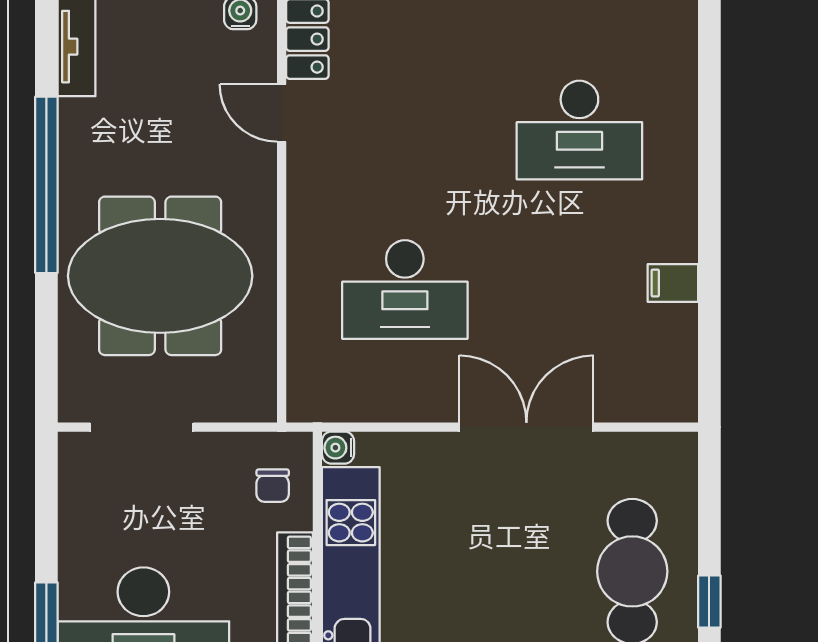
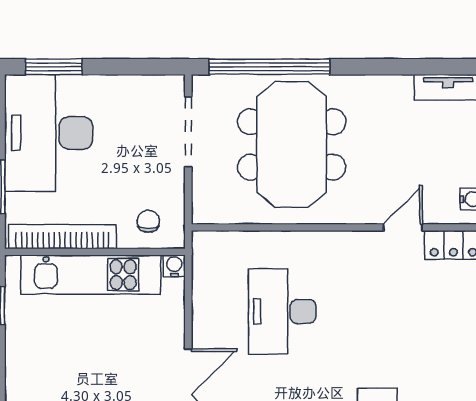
window: (46, 185) -> (269, 67), moved
chair: (273, 486) -> (148, 221), turned 90

